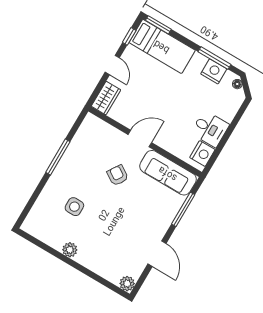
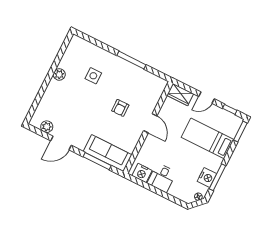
bed: (162, 46) -> (208, 138), moved, turned 90
sofa: (168, 173) -> (107, 153), moved, turned 90
armchair: (118, 175) -> (120, 108), turned 147
plant: (127, 284) -> (47, 127), moved

